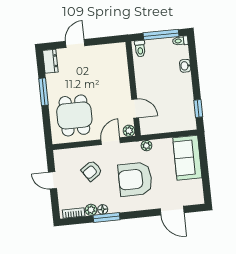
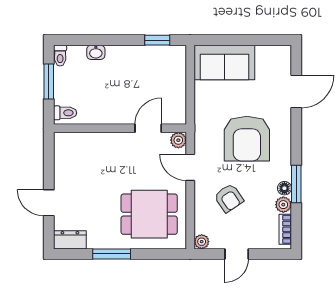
window: (161, 35) -> (49, 82), width x0.69
plant: (146, 146) -> (202, 242), moved

